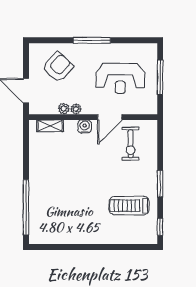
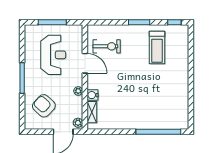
plant: (64, 109) -> (78, 123), moved
water cooler: (85, 127) -> (93, 95), moved

